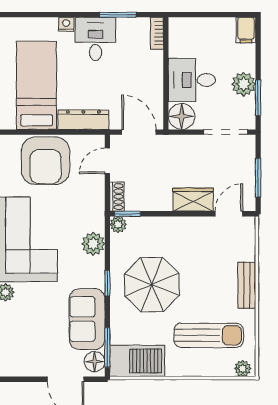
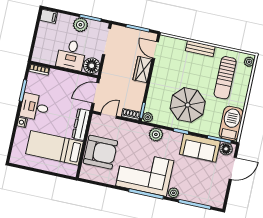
door: (107, 161) -> (108, 115), swing flipped
sun lounger: (209, 335) -> (225, 78), turned 180

